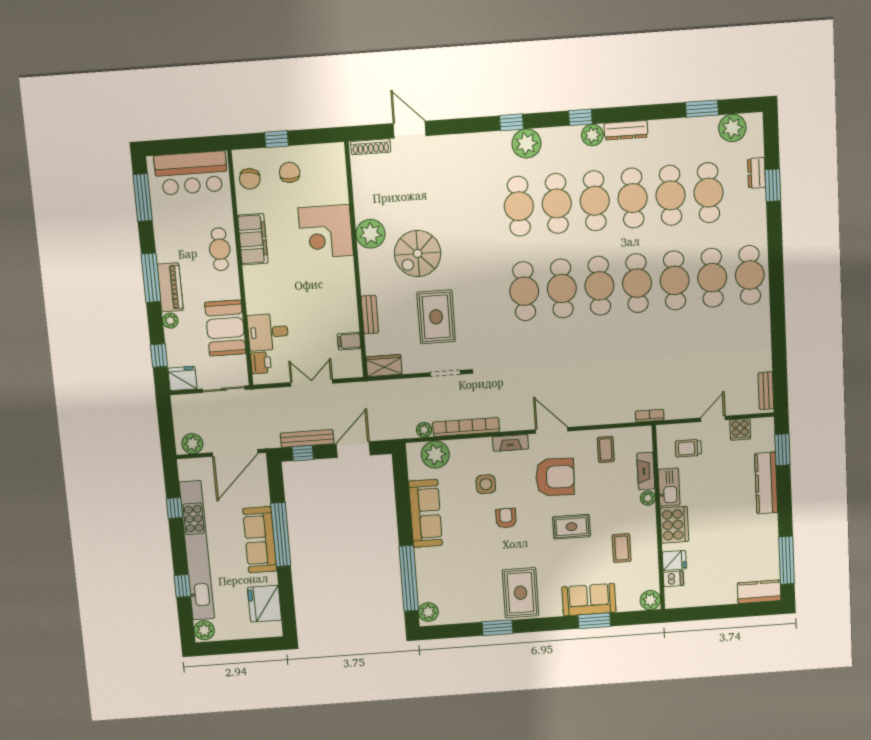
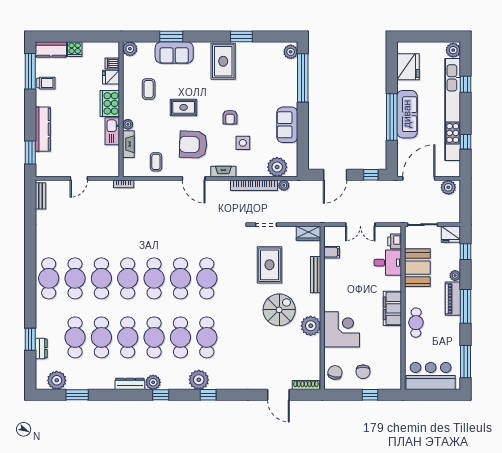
chair: (250, 179) -> (335, 372), moved
filing cabinet: (253, 239) -> (392, 308), moved
bench: (370, 315) -> (316, 275), width x1.36
cooker: (740, 429) -> (75, 49), moved, turned 180
bench: (307, 438) -> (367, 185), removed
trolley: (688, 448) -> (46, 83), moved
sofa: (425, 513) -> (287, 125), width x0.73

